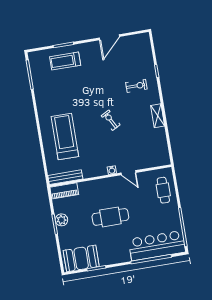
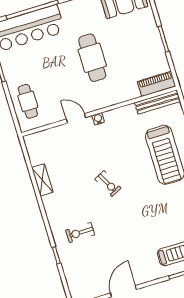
shelving: (158, 116) -> (42, 180), moved
cafe table: (110, 217) -> (92, 58), turned 90
plant: (61, 220) -> (155, 46), removed

